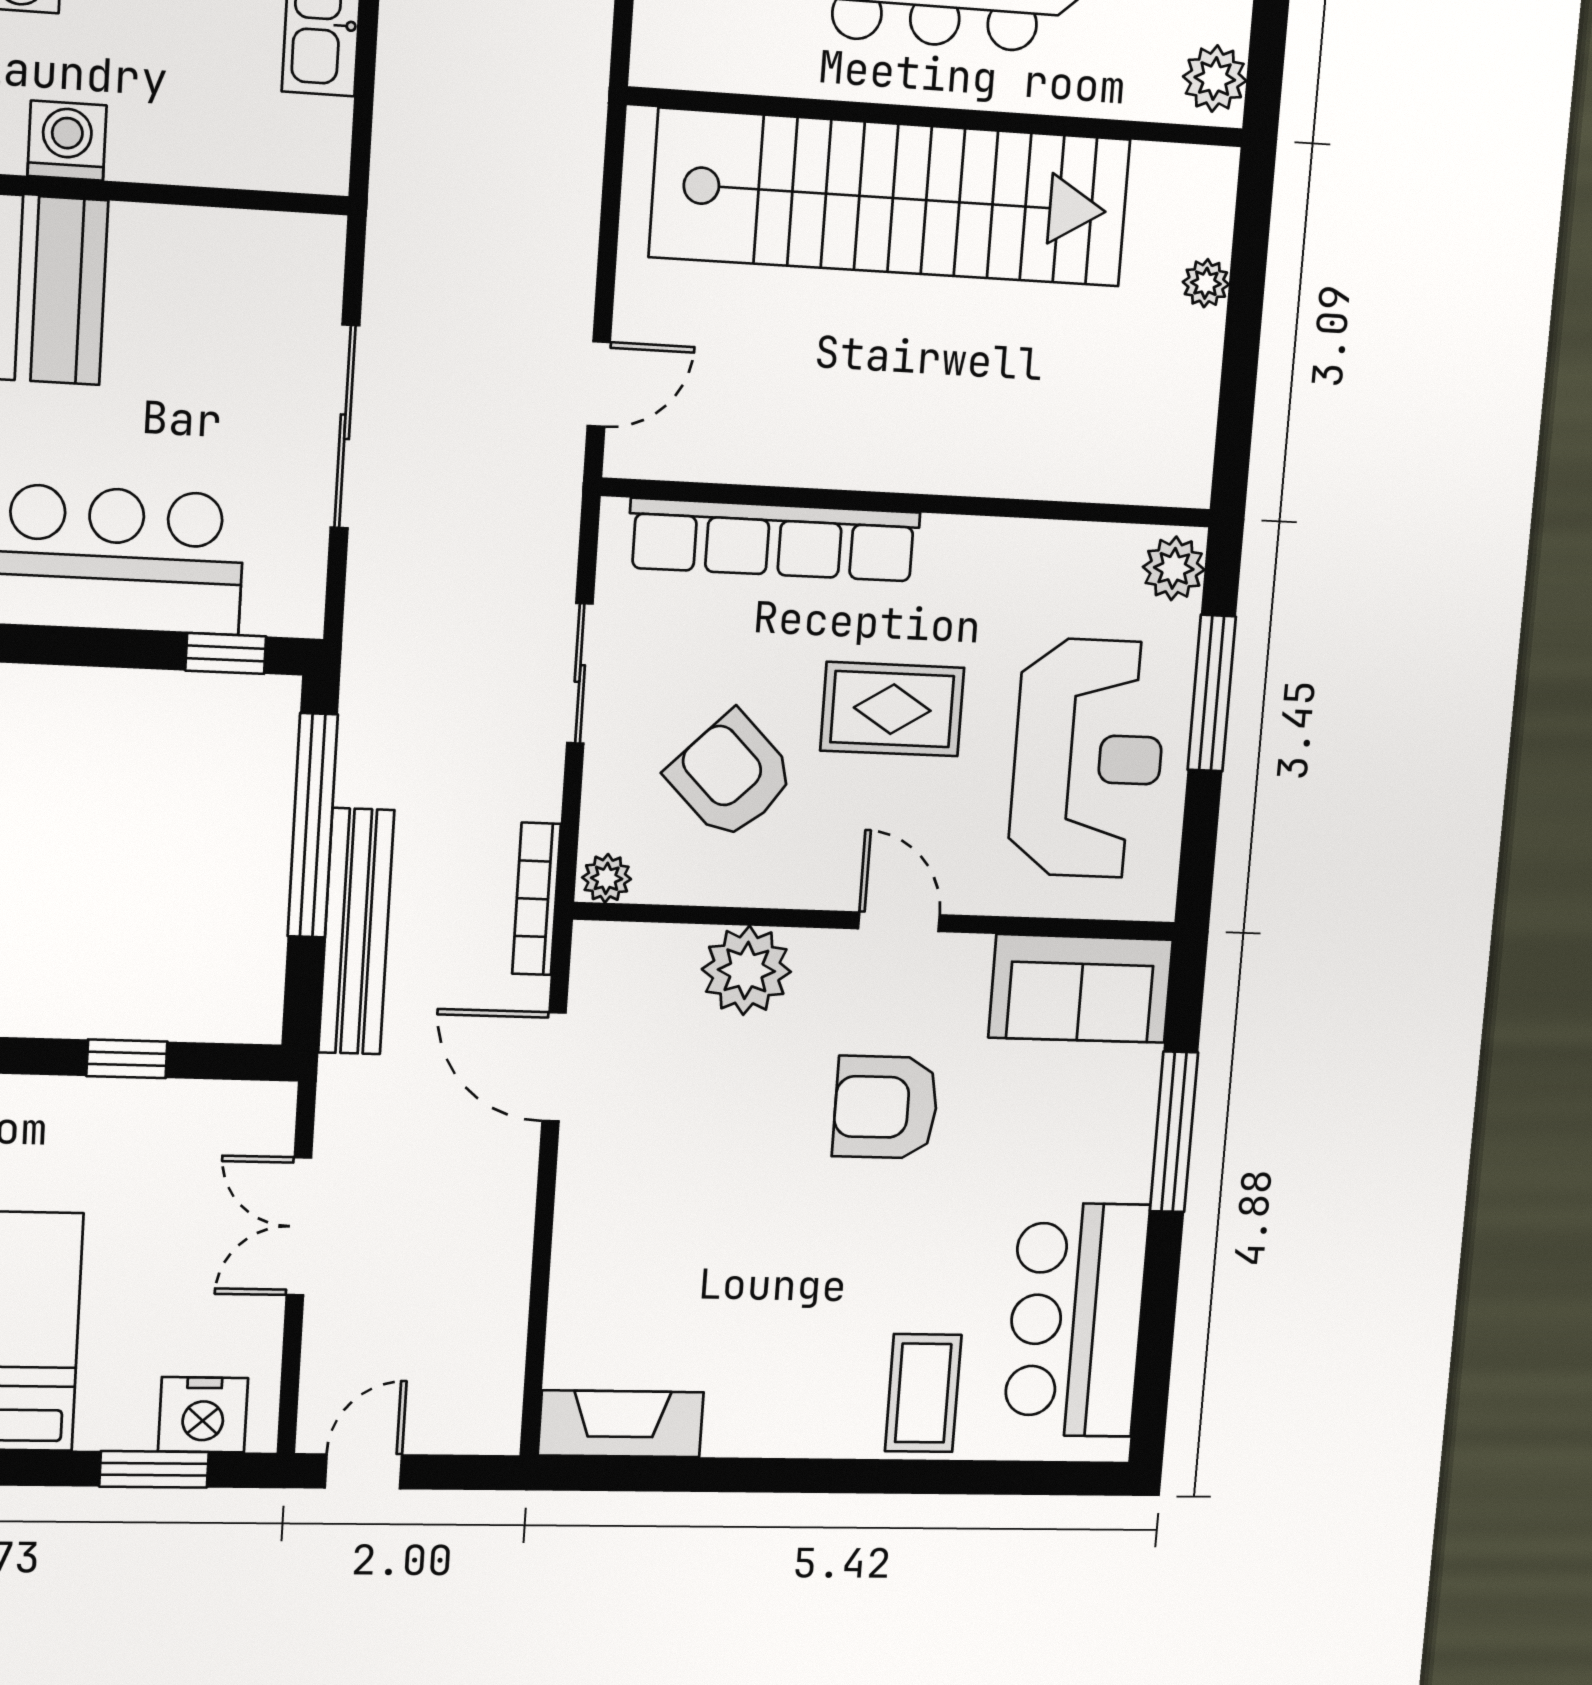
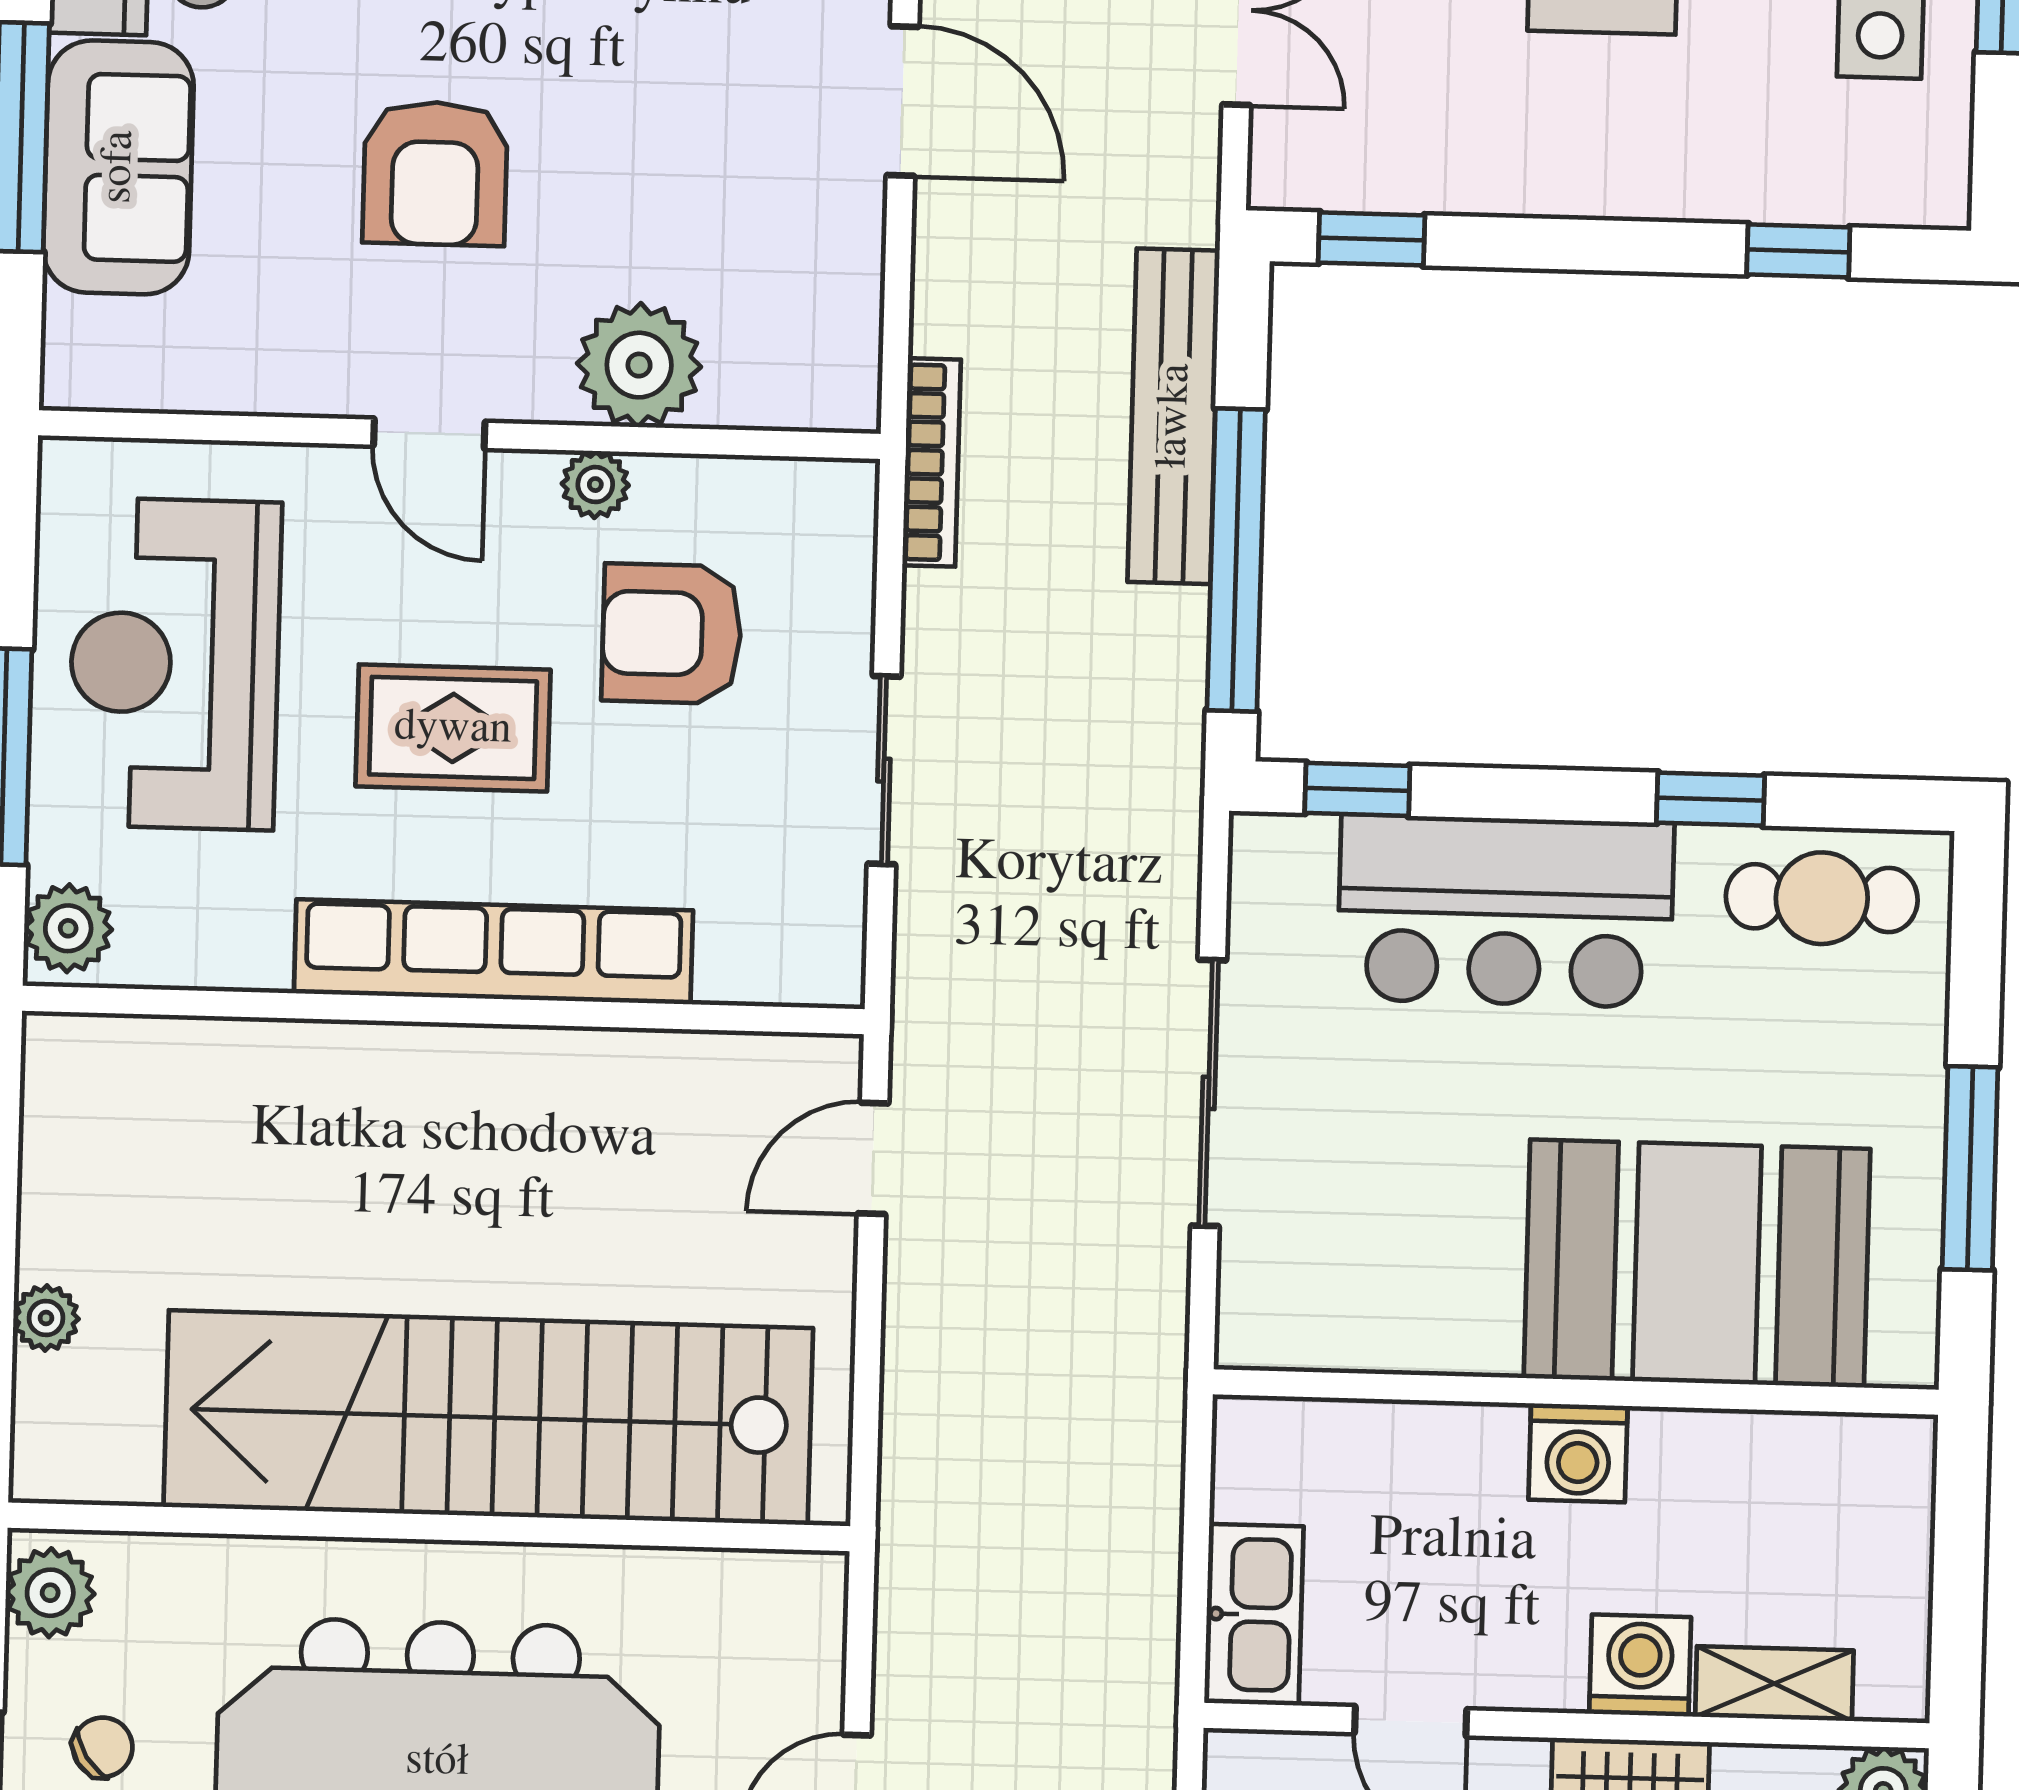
row of seats: (774, 540) -> (493, 952), moved
armchair: (731, 776) -> (672, 634), turned 135
plant: (607, 878) -> (595, 485), moved
sofa: (1081, 989) -> (118, 167), moved, turned 90
window: (127, 1059) -> (1371, 239), moved
door: (554, 1067) -> (903, 101), moved
armchair: (886, 1107) -> (435, 173), turned 90

